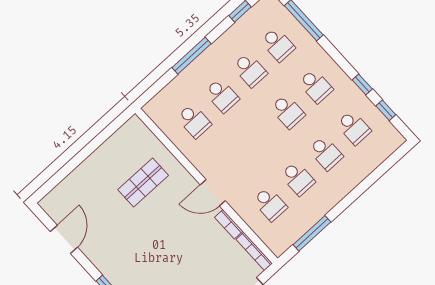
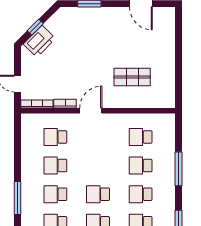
shop shelf: (143, 183) -> (132, 77), turned 90
window: (312, 233) -> (18, 198), moved

